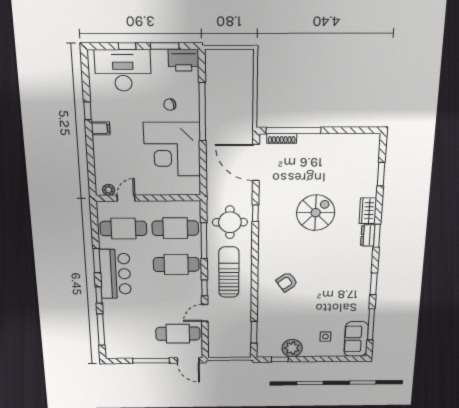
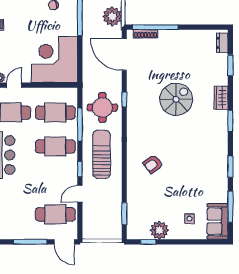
plant: (242, 118) -> (112, 16), added
corner desk: (172, 149) -> (54, 60), moved, turned 90
dresser: (368, 236) -> (222, 43), moved

